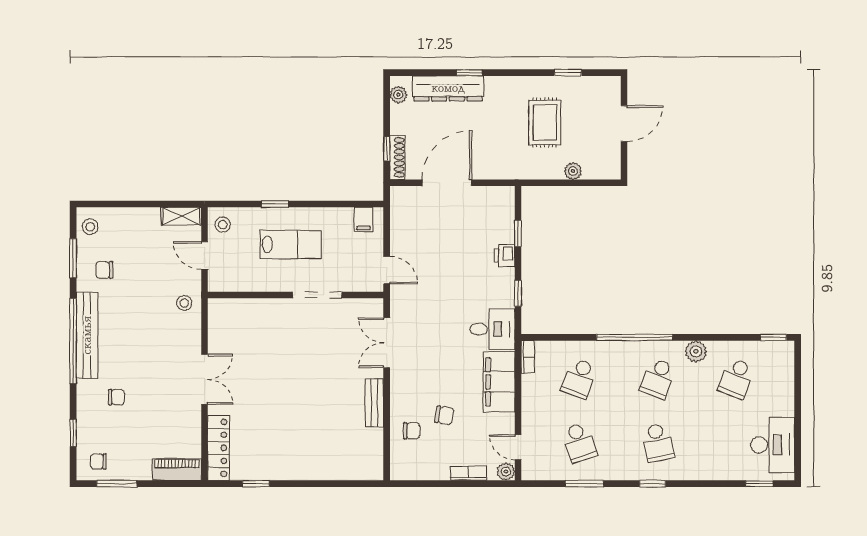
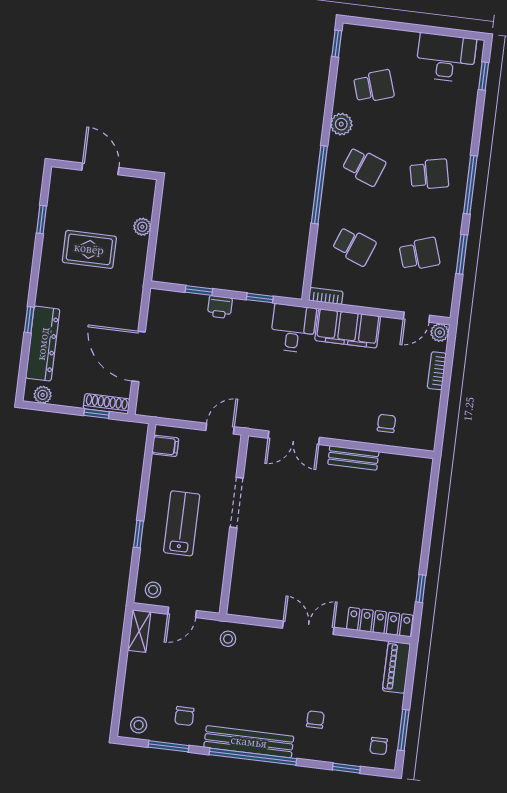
school desk: (736, 378) -> (374, 86), turned -39
chair: (444, 415) -> (375, 388), removed
window: (653, 484) -> (470, 185), width x2.17

